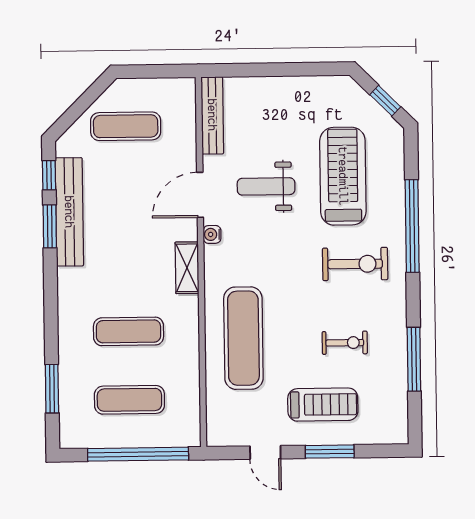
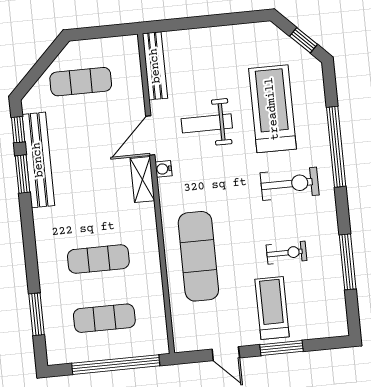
shelving: (187, 268) -> (142, 180), moved
treadmill: (323, 405) -> (272, 308), turned -90

